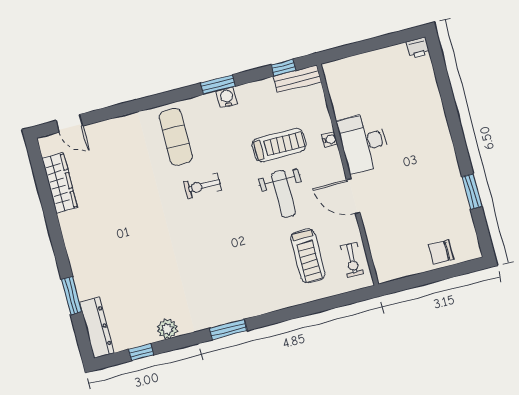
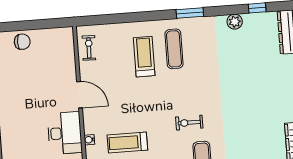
exercise bike: (203, 186) -> (189, 123), turned 180
weight bench: (283, 194) -> (131, 106), removed
treadmill: (308, 256) -> (144, 57), moved
exercise mat: (240, 279) -> (174, 49), added

